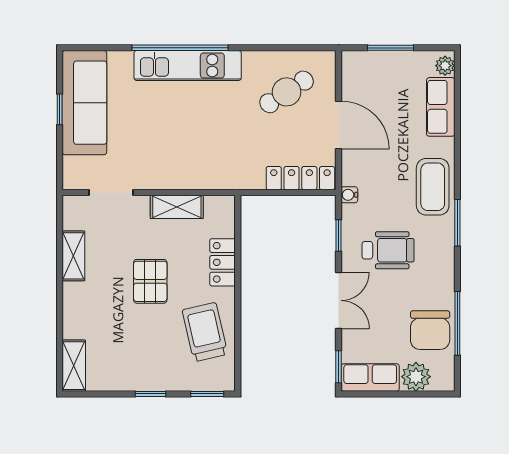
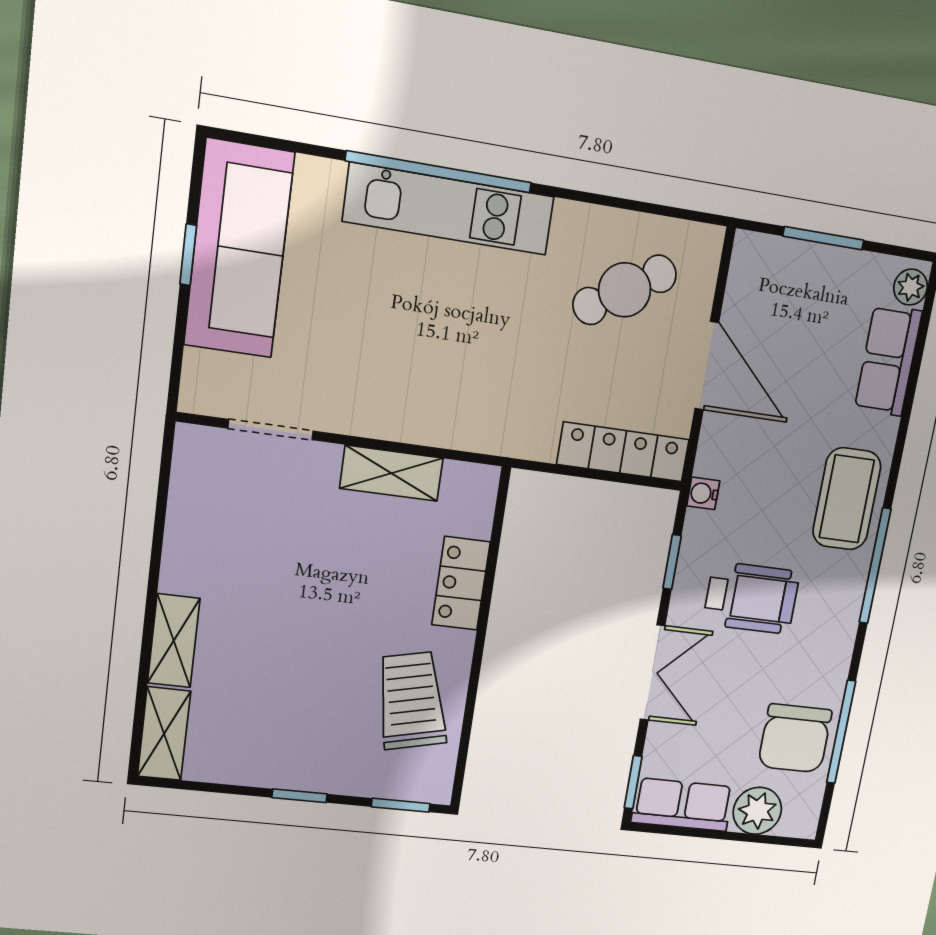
window: (457, 223) -> (875, 566), width x1.44
shelving: (73, 256) -> (174, 641), moved
pallet: (150, 281) -> (324, 601), removed

